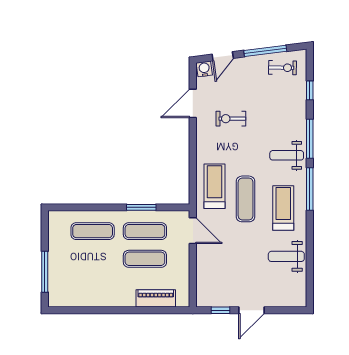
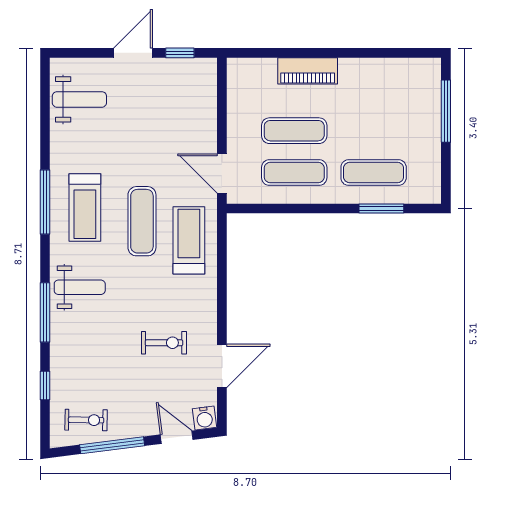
door: (223, 56) -> (177, 437), hinge flipped
exercise bike: (282, 68) -> (86, 420), turned 180
treadmill: (215, 186) -> (189, 240), turned 180
window: (310, 189) -> (45, 202), moved
window: (141, 207) -> (381, 208), moved
weight bench: (286, 256) -> (79, 99), moved
piano: (156, 298) -> (308, 71), moved

